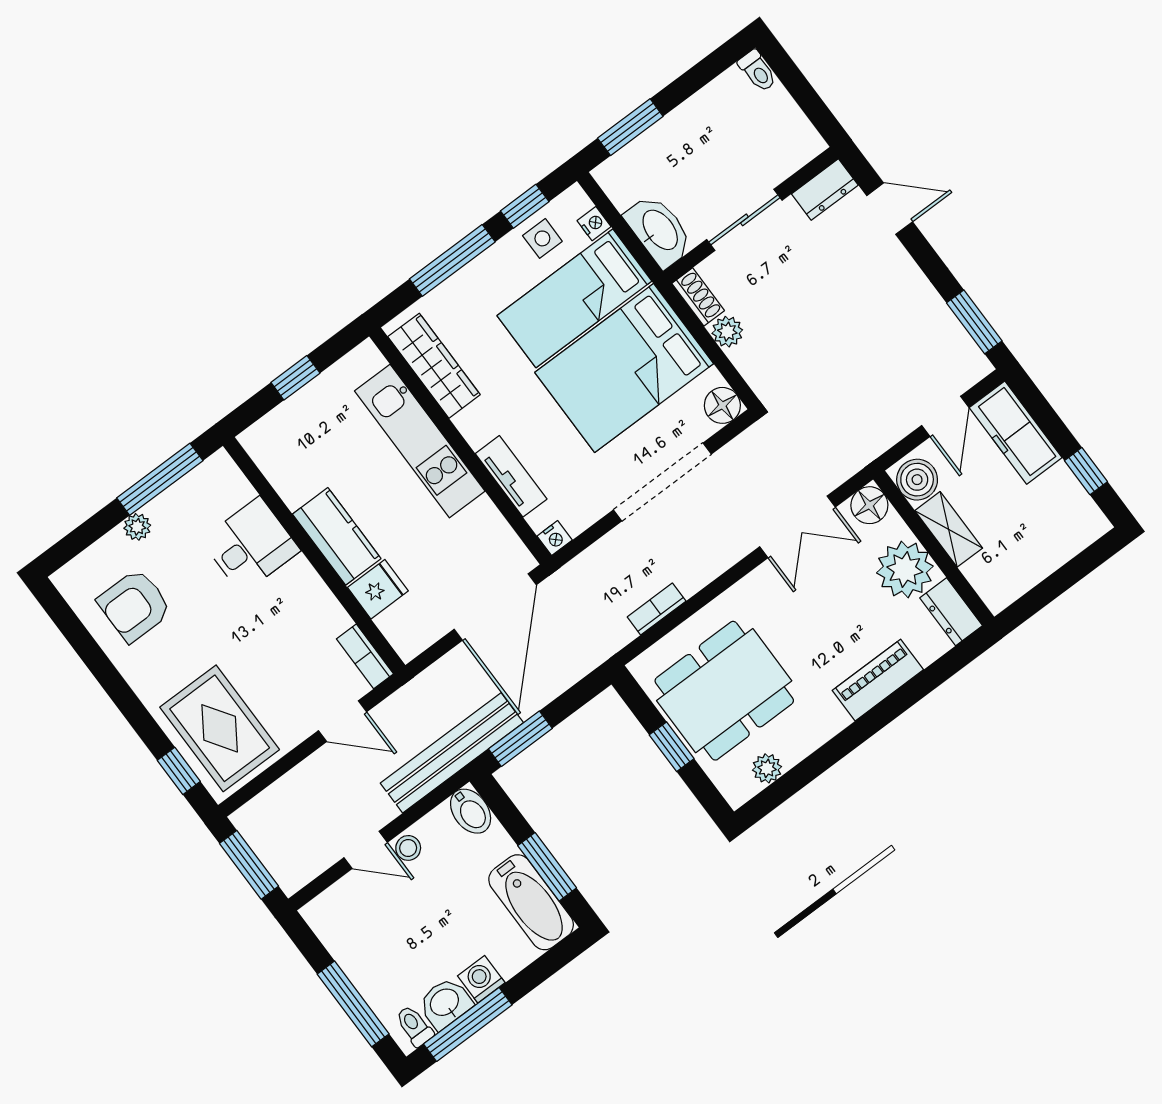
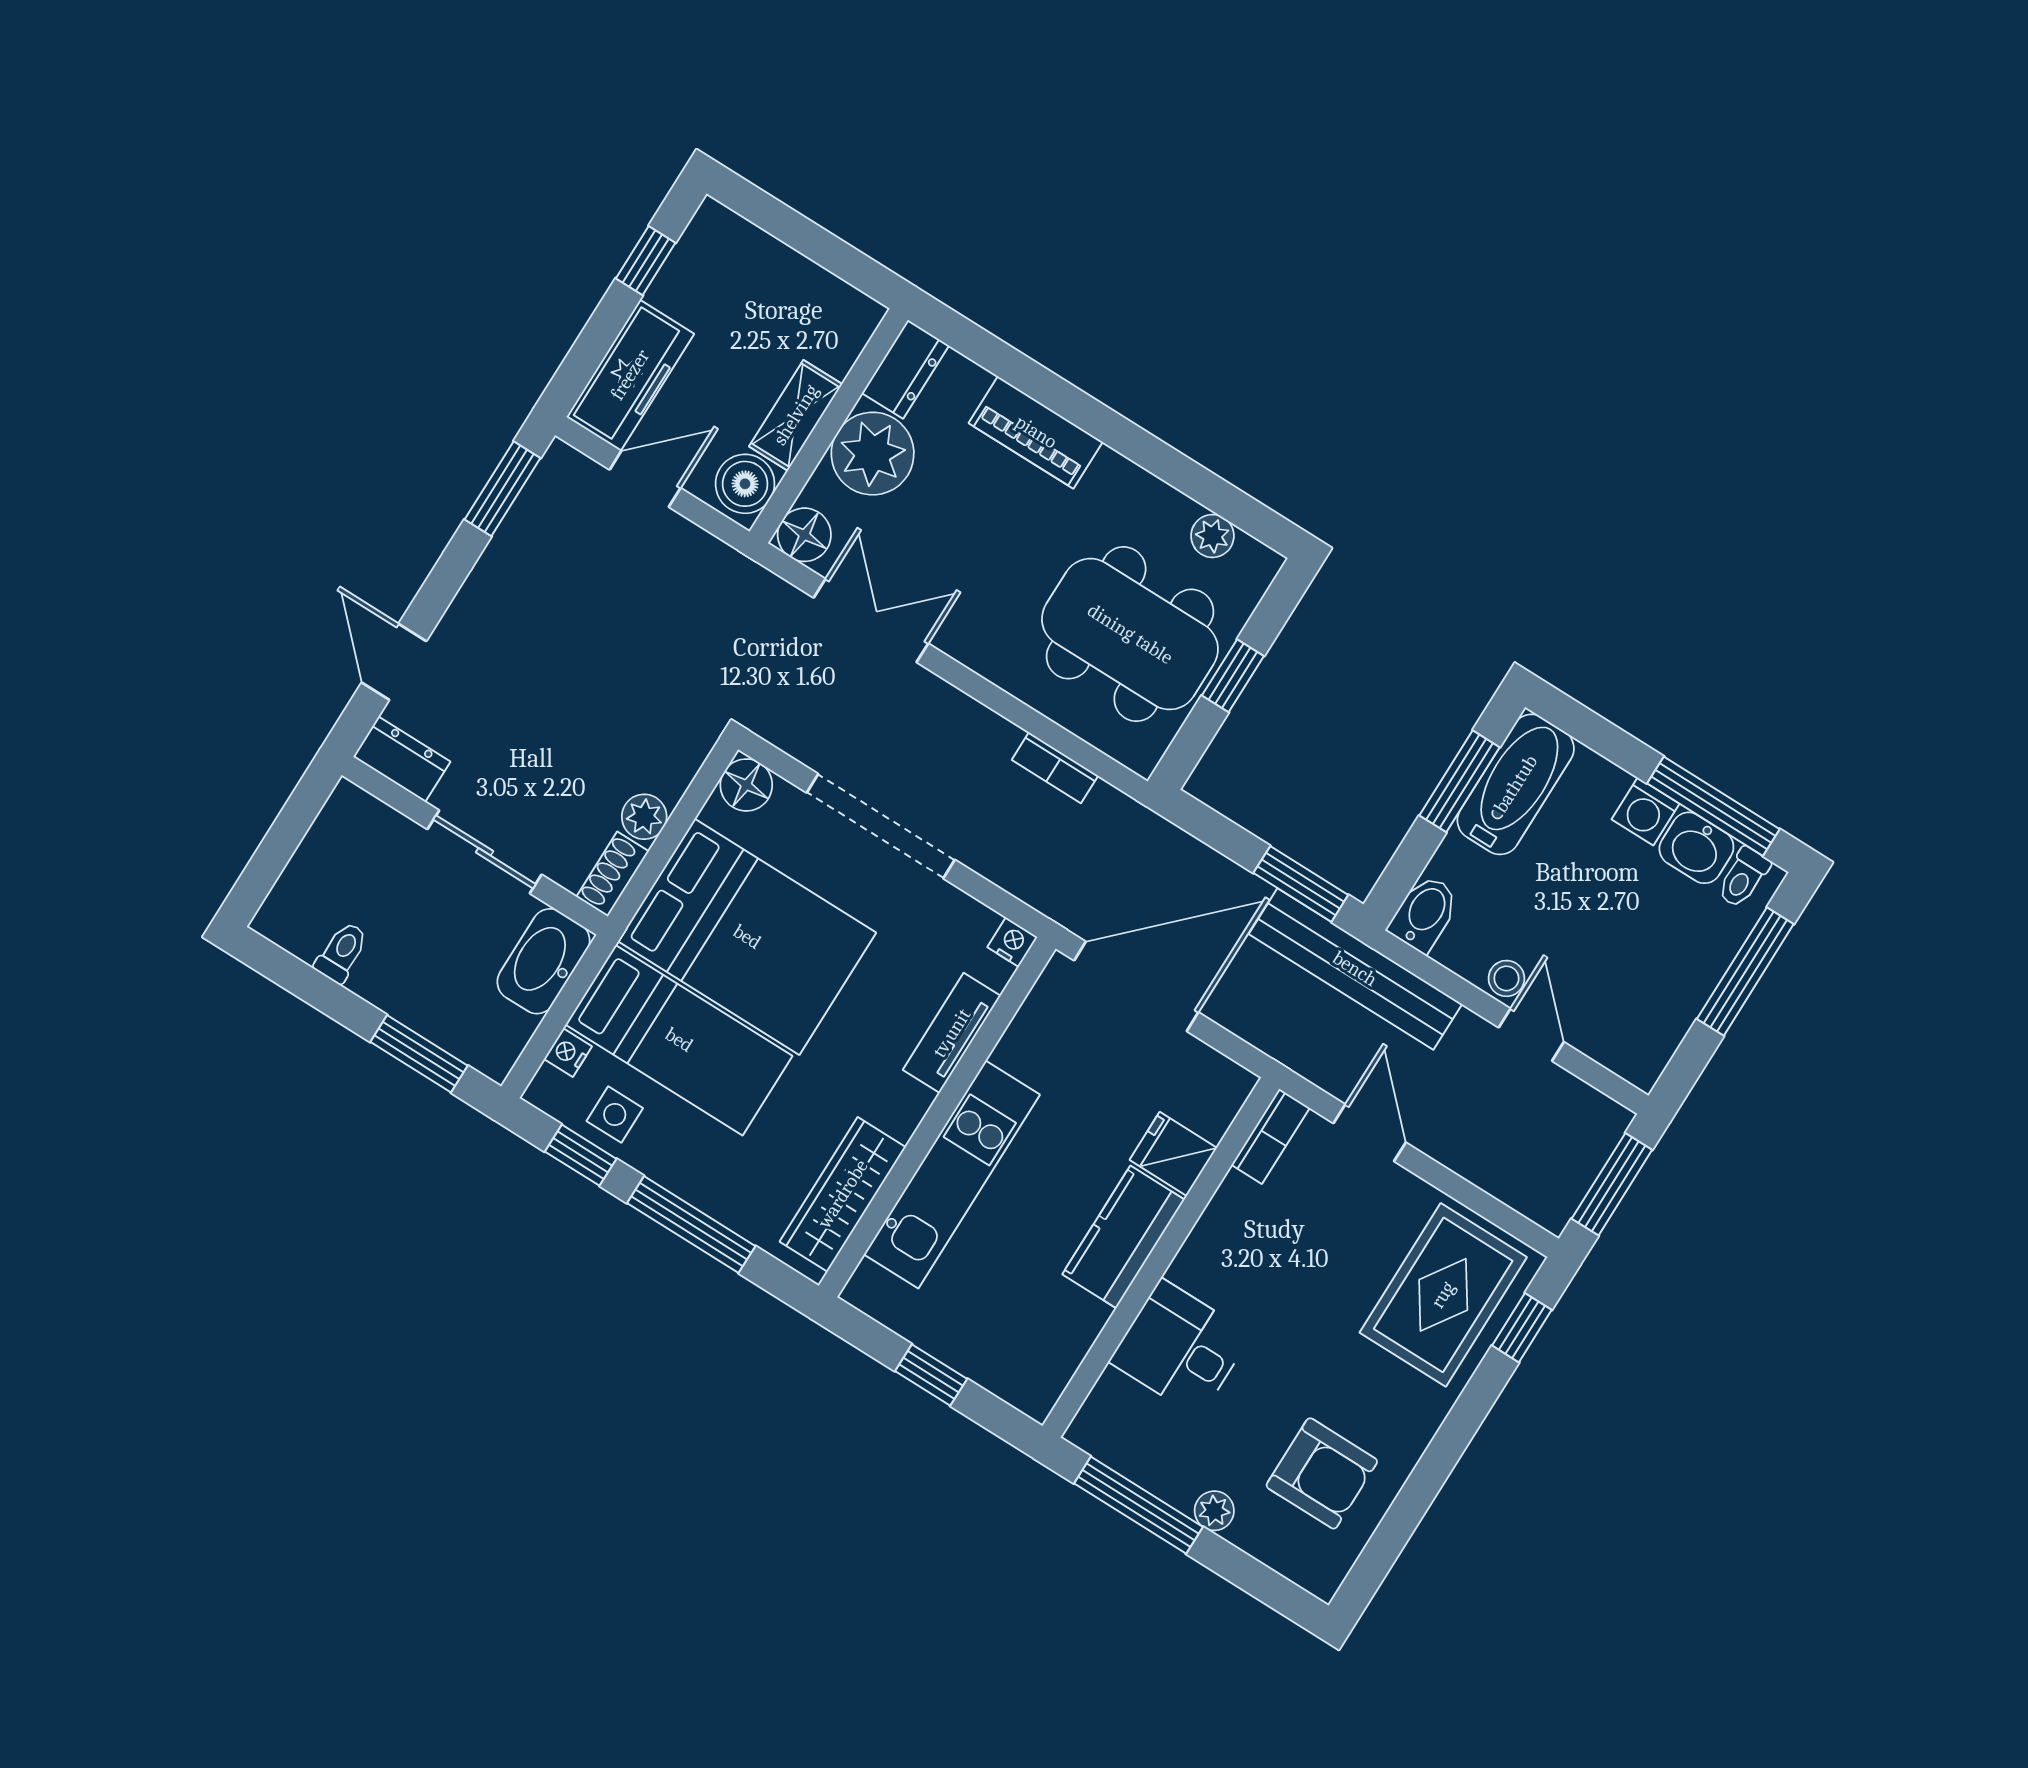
toilet: (757, 71) -> (342, 952), moved

